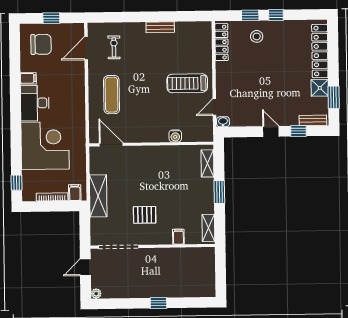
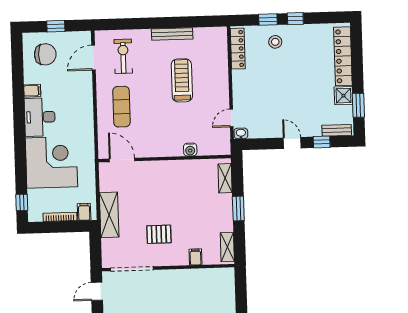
bench: (160, 27) -> (172, 34), width x1.36
exercise bike: (114, 47) -> (123, 56), width x1.38, depth x1.39
treadmill: (187, 83) -> (182, 80), moved, turned 90

